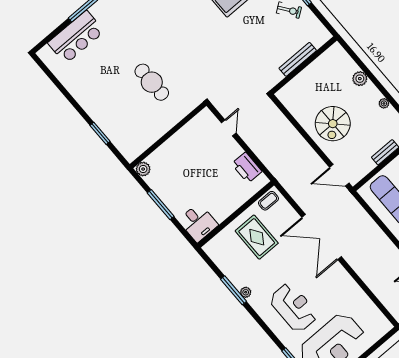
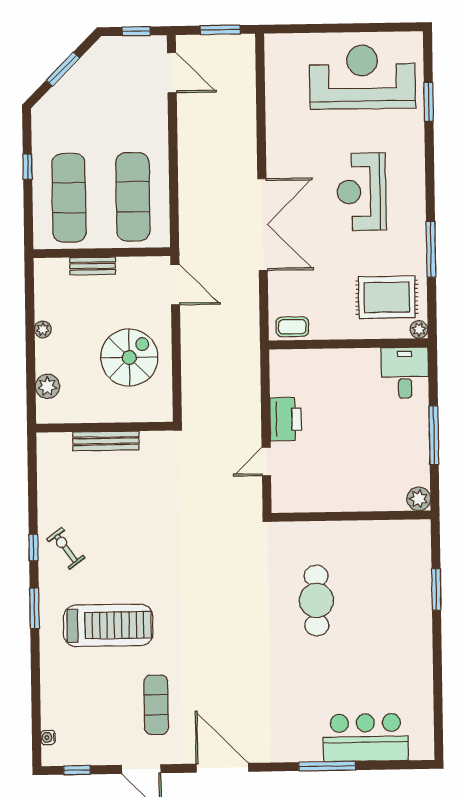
bench: (298, 59) -> (106, 441), moved
wall: (304, 65) -> (104, 427), moved
printer: (247, 168) -> (286, 419), moved
rug: (257, 237) -> (387, 297), moved, turned 90
plant: (246, 292) -> (419, 329), moved
reception desk: (294, 307) -> (361, 192), moved

